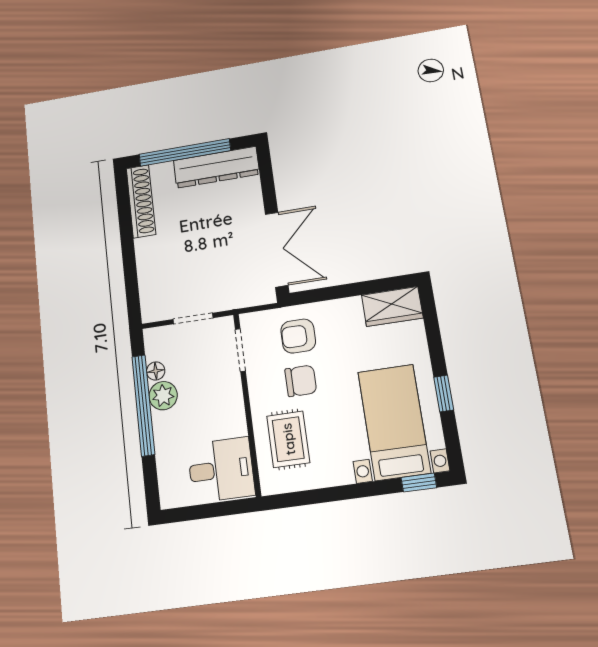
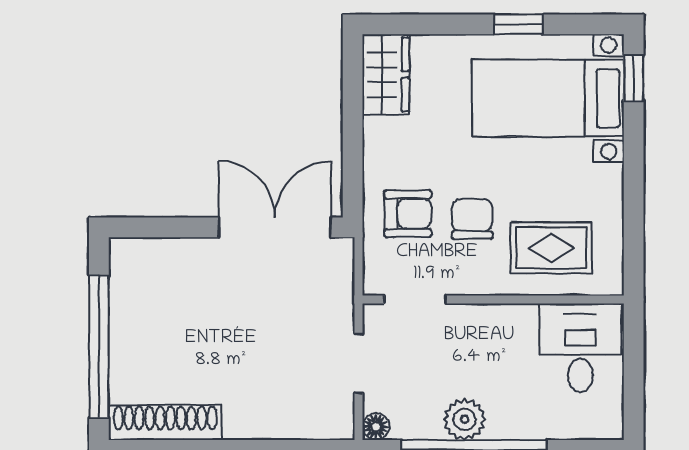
dresser: (216, 167) -> (132, 301), removed
armchair: (298, 336) -> (408, 214), turned -90
floor lamp: (156, 371) -> (376, 427), moved

